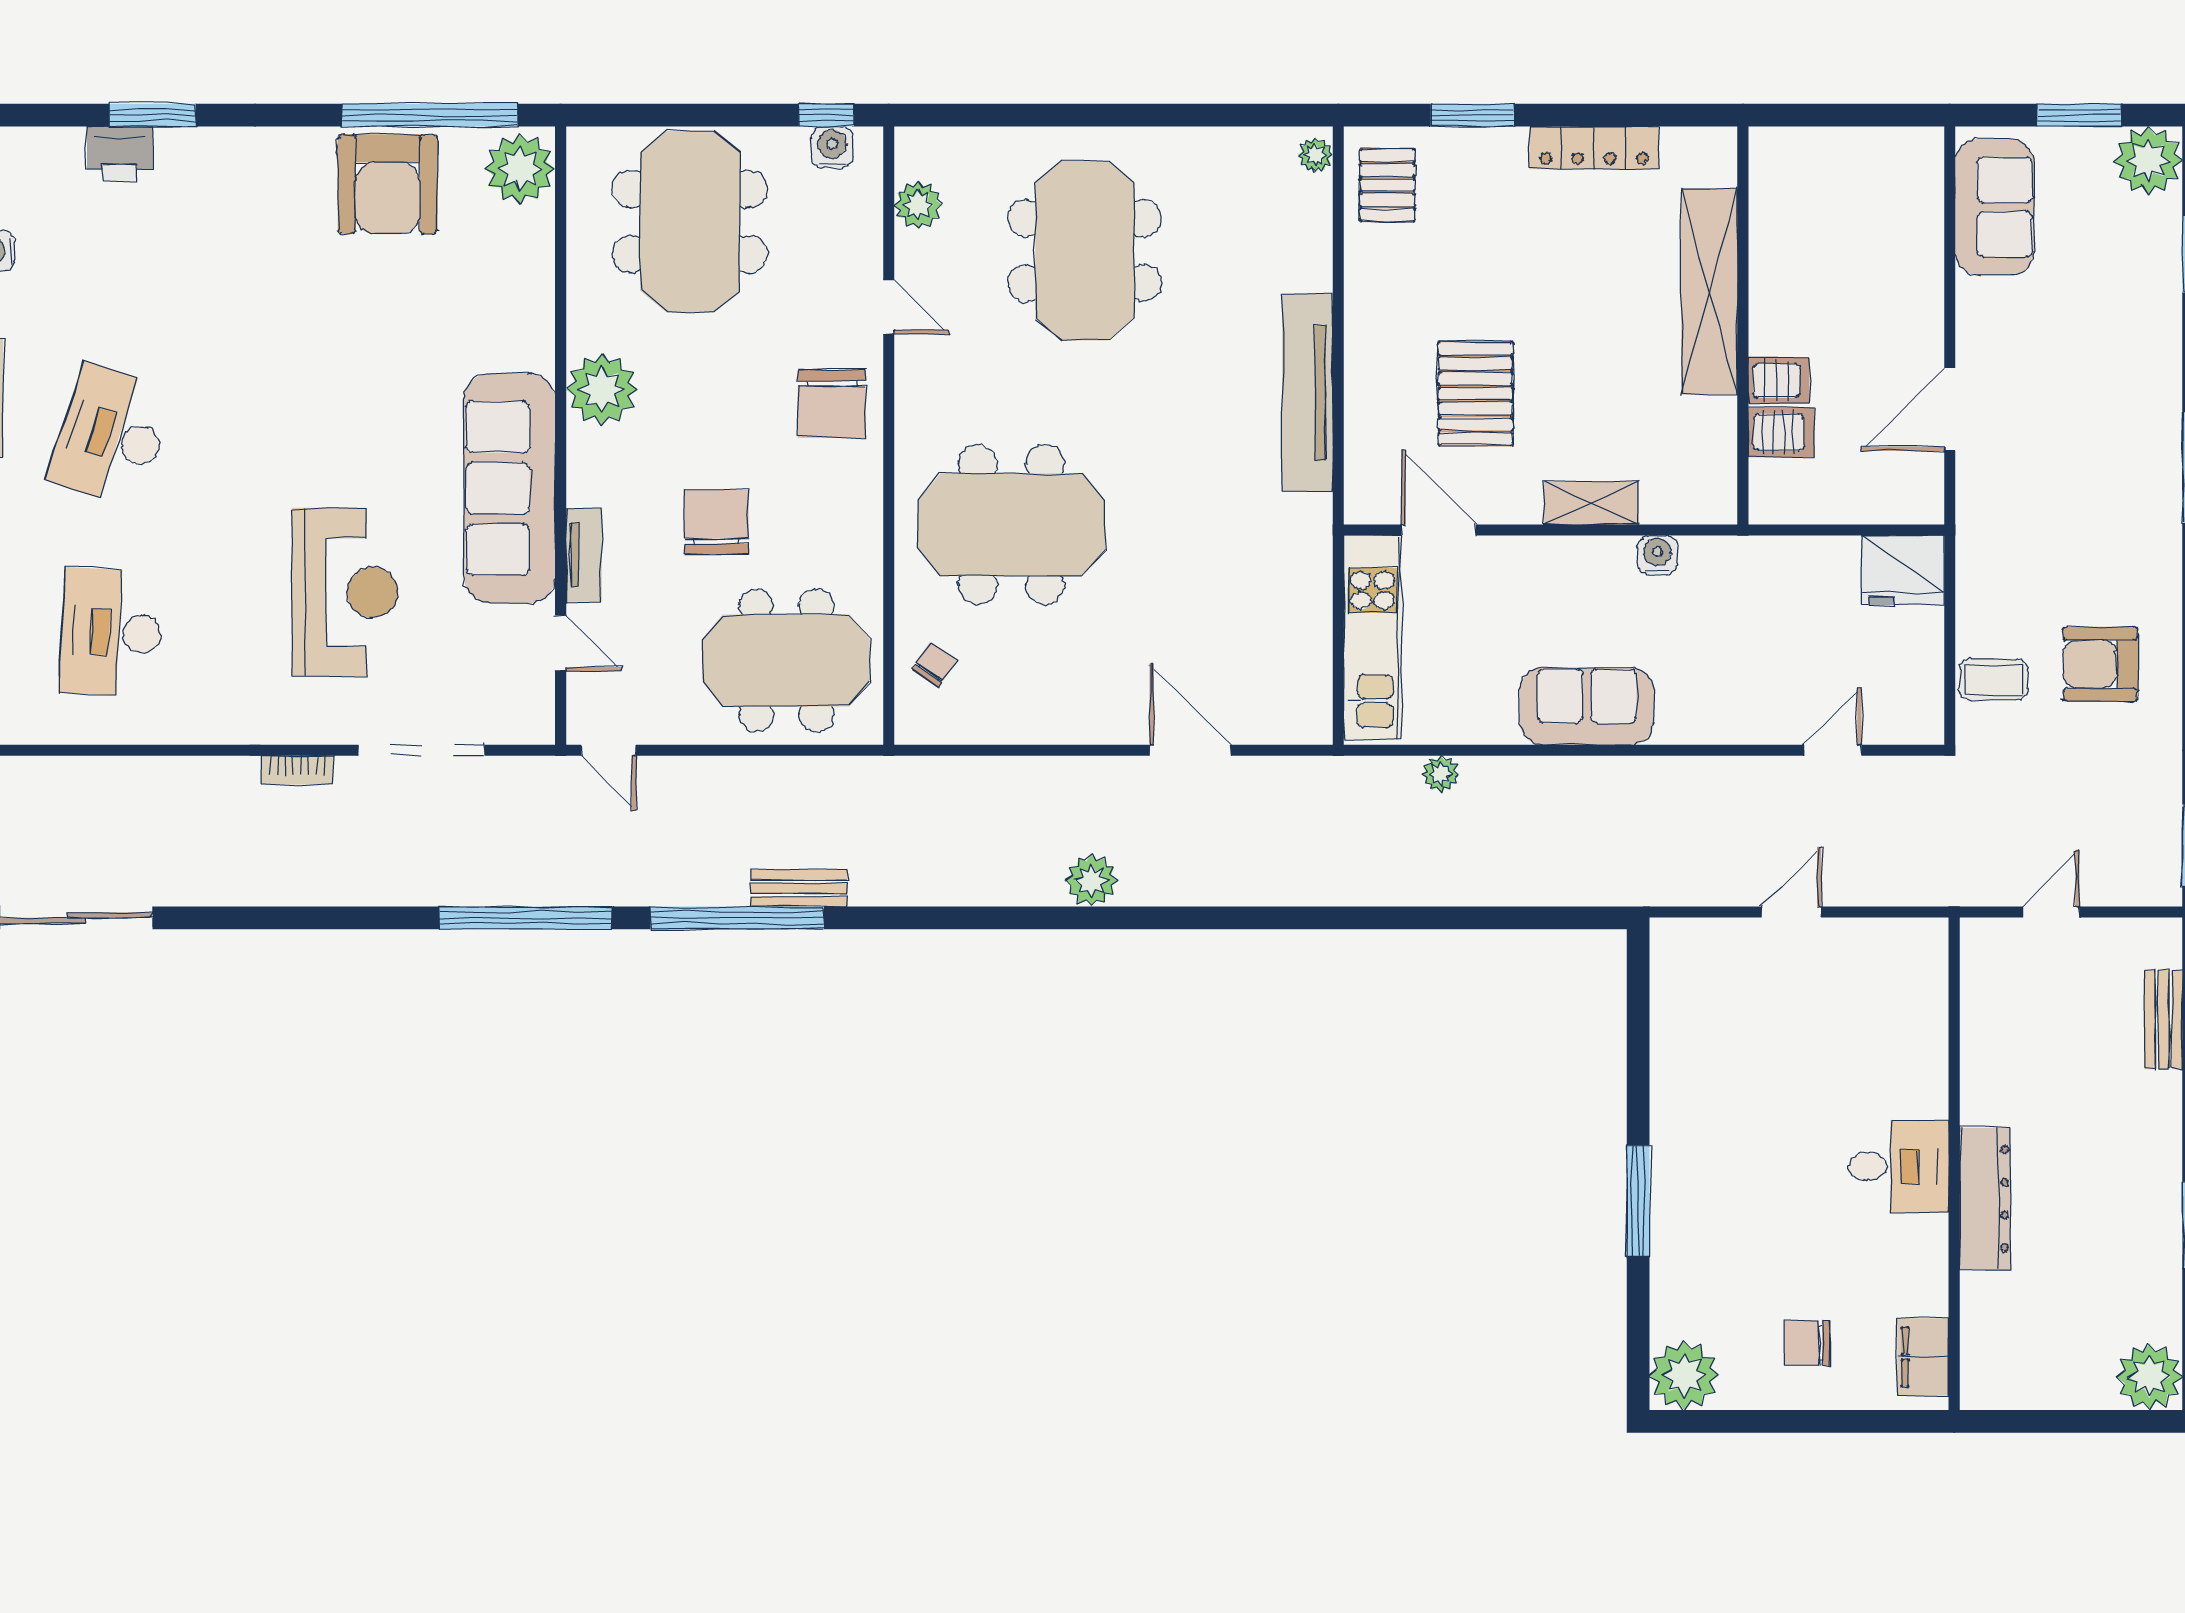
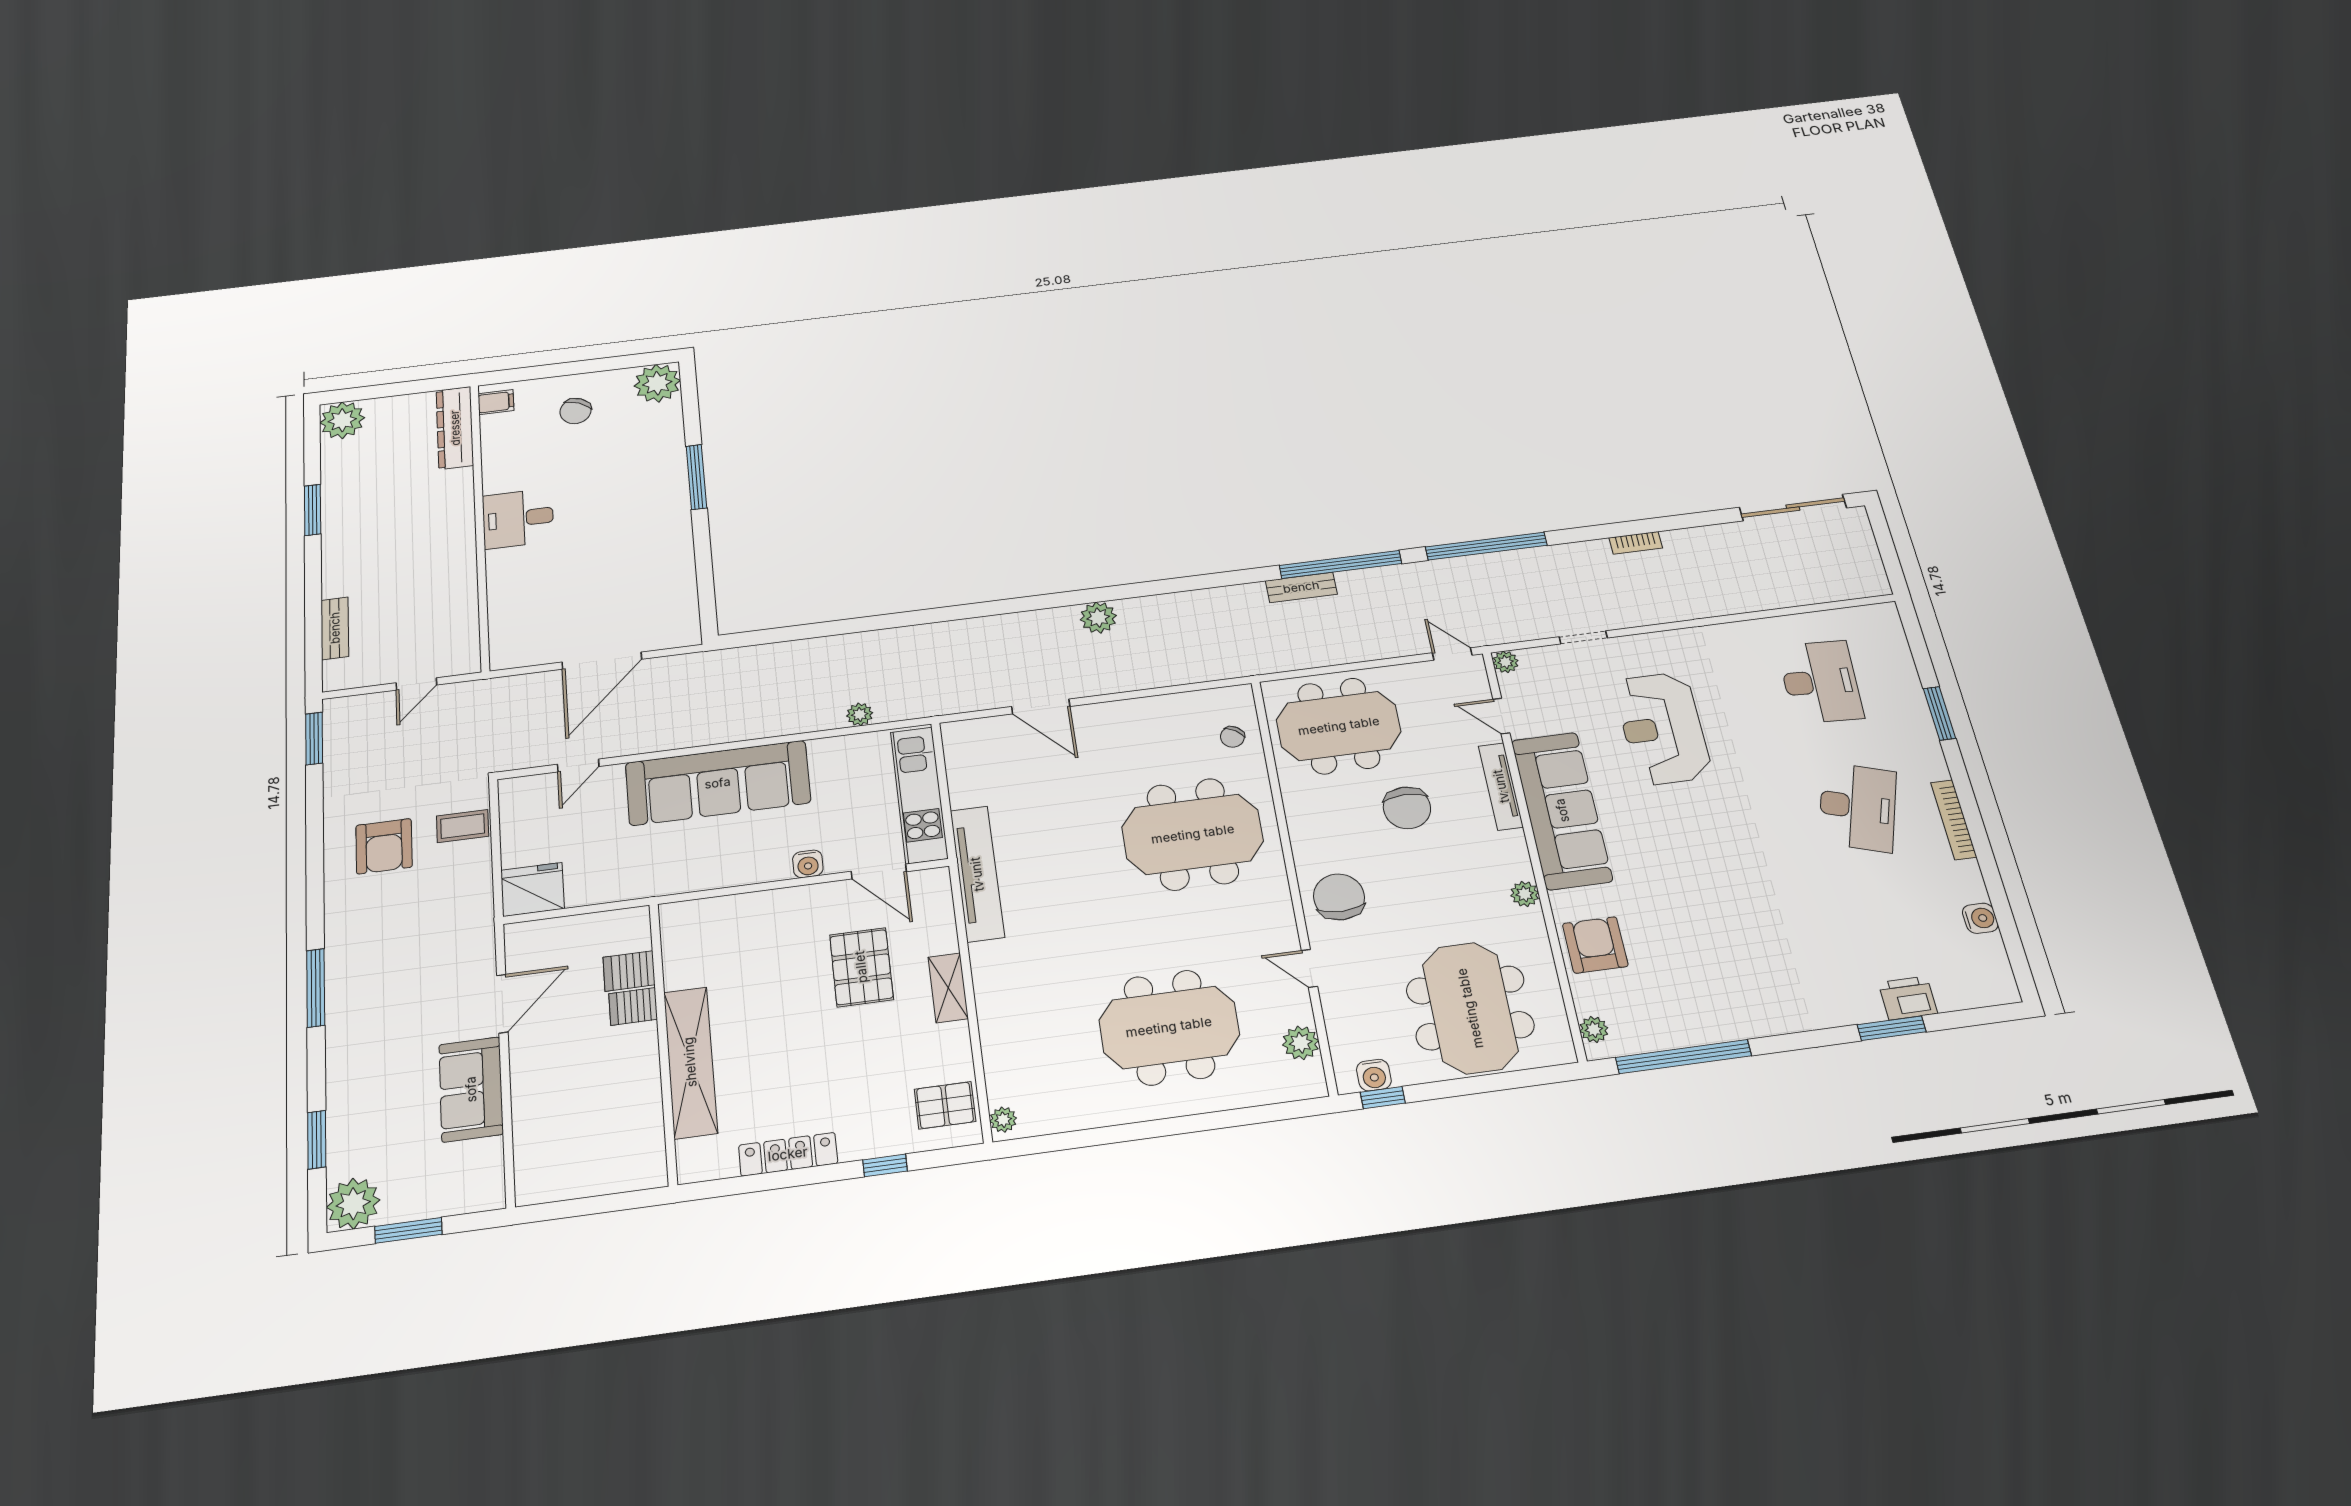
window: (1472, 115) -> (885, 1165), width x0.67
plant: (520, 169) -> (1594, 1029), width x0.53, depth x0.53
armchair: (388, 184) -> (1595, 945), moved, width x0.73, depth x0.73
pallet: (1387, 185) -> (945, 1105), turned 90
sofa: (1994, 207) -> (471, 1089), moved
meeting table: (1085, 251) -> (1169, 1027), turned 90
plant: (602, 389) -> (1525, 894), width x0.53, depth x0.53
tv unit: (1308, 393) -> (977, 874), moved
shelving: (1591, 503) -> (948, 988), moved, turned 90
tv unit: (584, 555) -> (1501, 786), width x1.41
water cooler: (1657, 555) -> (808, 864), moved
armchair: (2100, 664) -> (384, 846), turned 90
sofa: (1587, 706) -> (718, 783), width x1.85, depth x1.27
plant: (537, 727) -> (1506, 662), added
doorway: (421, 750) -> (1583, 637), width x0.53
bookcase: (297, 770) -> (1636, 543), moved, turned 180
door: (1791, 912) -> (602, 661), width x1.88
dresser: (1985, 1199) -> (455, 428), moved
chair: (1807, 1343) -> (576, 411), turned 114
filing cabinet: (1923, 1357) -> (496, 402), width x0.50

